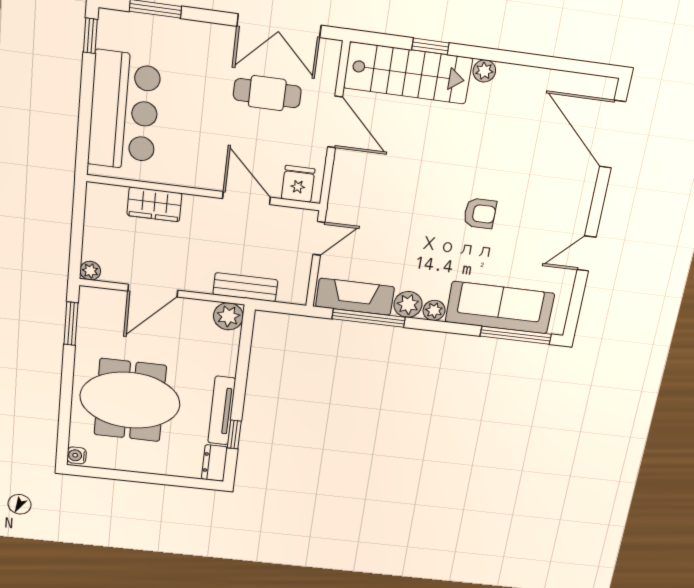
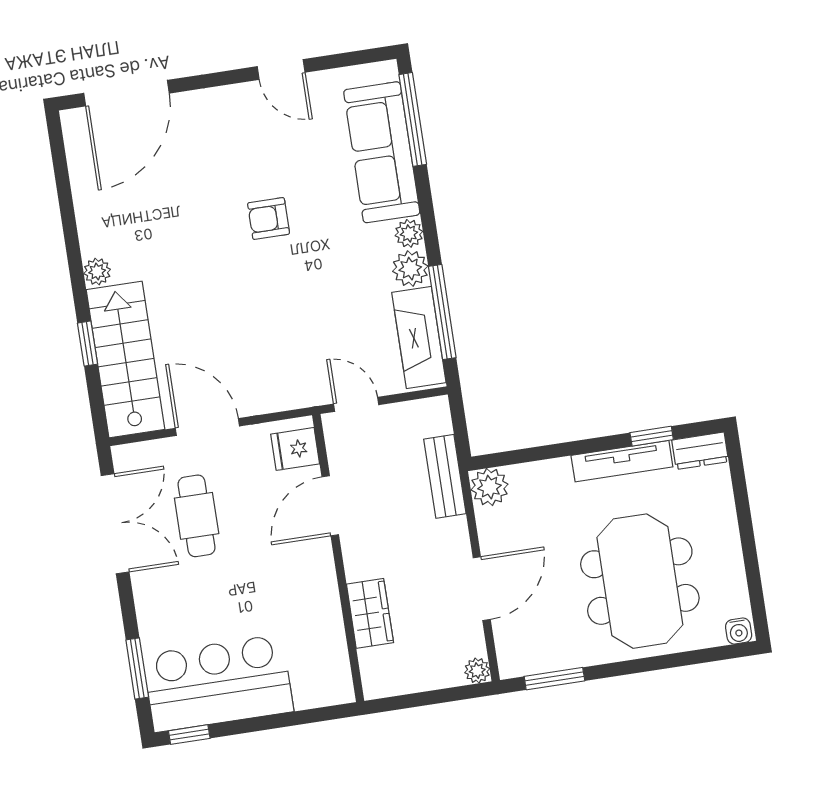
bar counter: (124, 111) -> (218, 683), moved
door: (335, 122) -> (207, 427), hinge flipped
armchair: (480, 213) -> (269, 218), turned -90
door: (153, 291) -> (482, 589), hinge flipped

